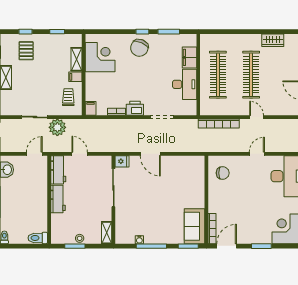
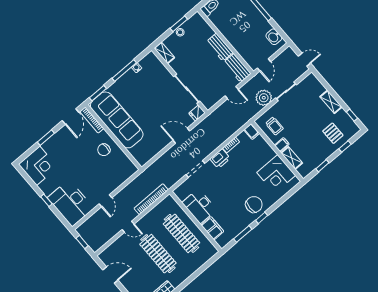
chair: (139, 48) -> (254, 205), turned 66
chair: (223, 173) -> (104, 150), moved
sofa: (194, 226) -> (117, 120), width x1.85, depth x1.27

